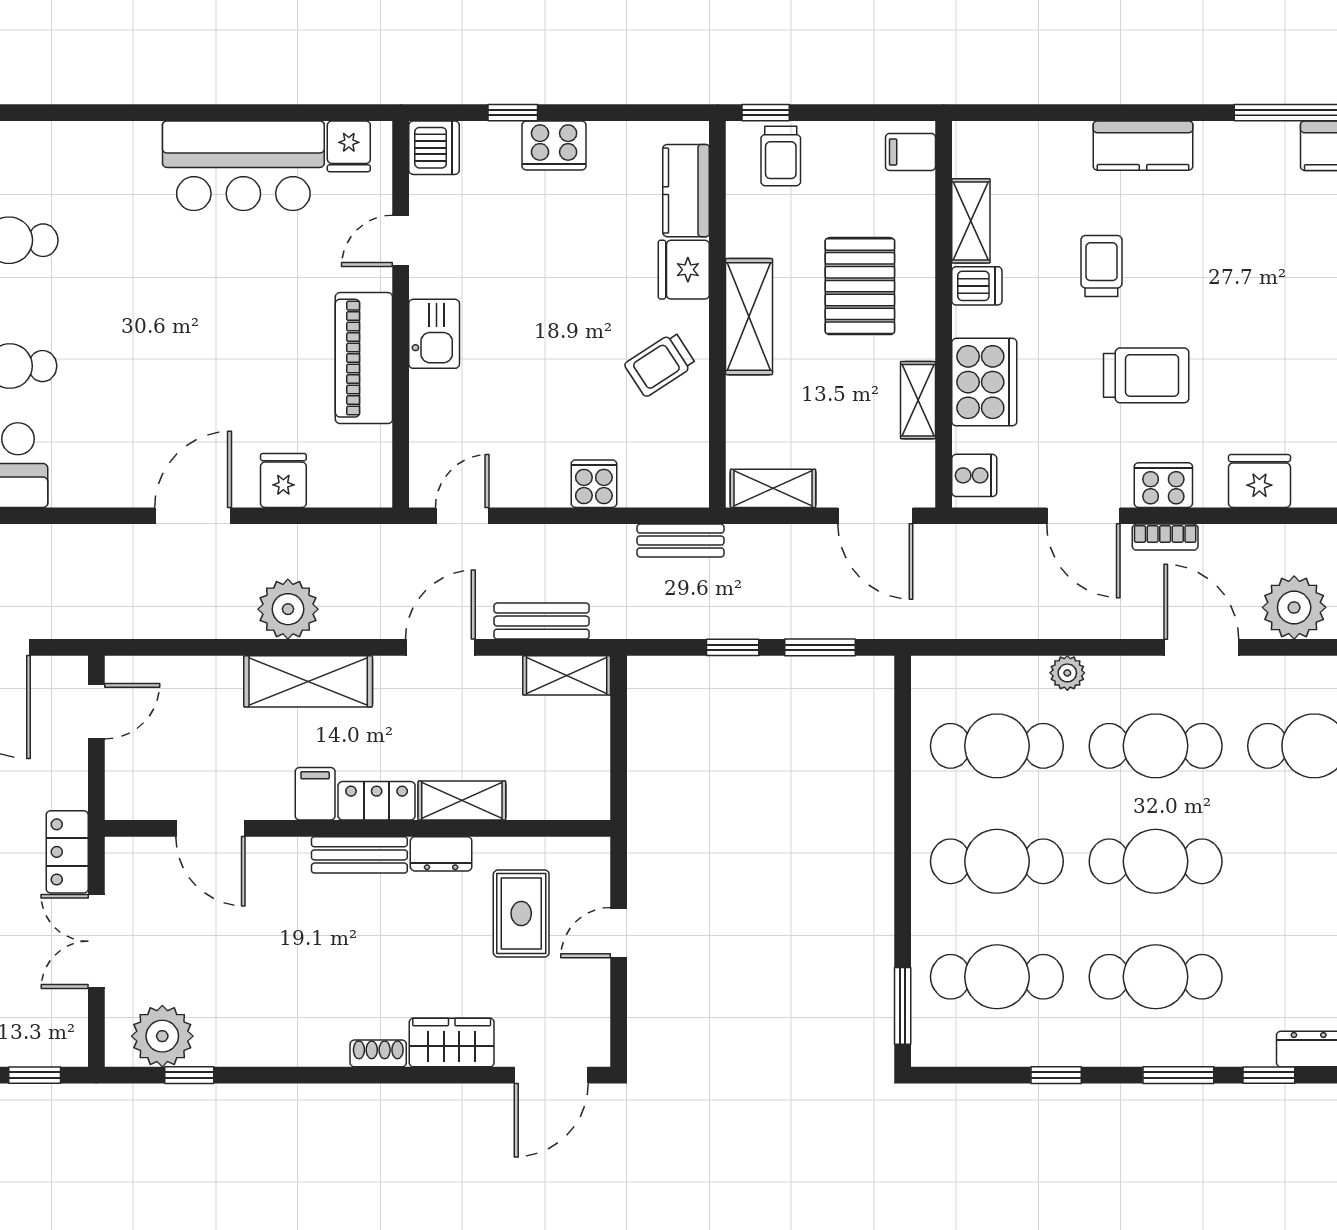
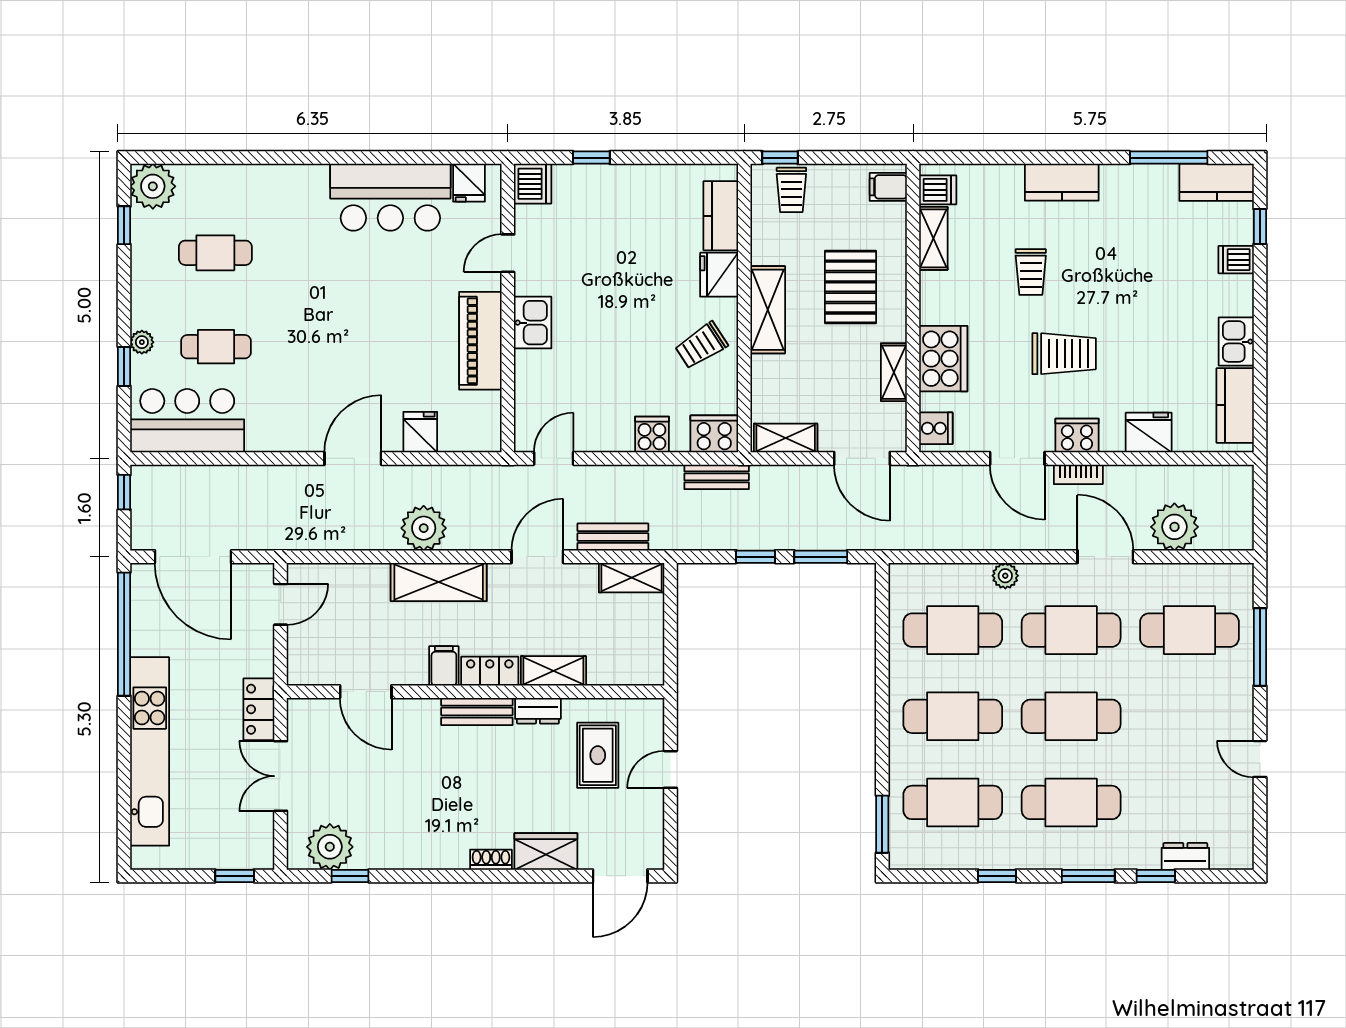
cooker: (554, 146) -> (714, 434), moved, turned 180
trolley: (1101, 266) -> (1031, 272), turned 180
dishwasher: (977, 286) -> (938, 190), moved

